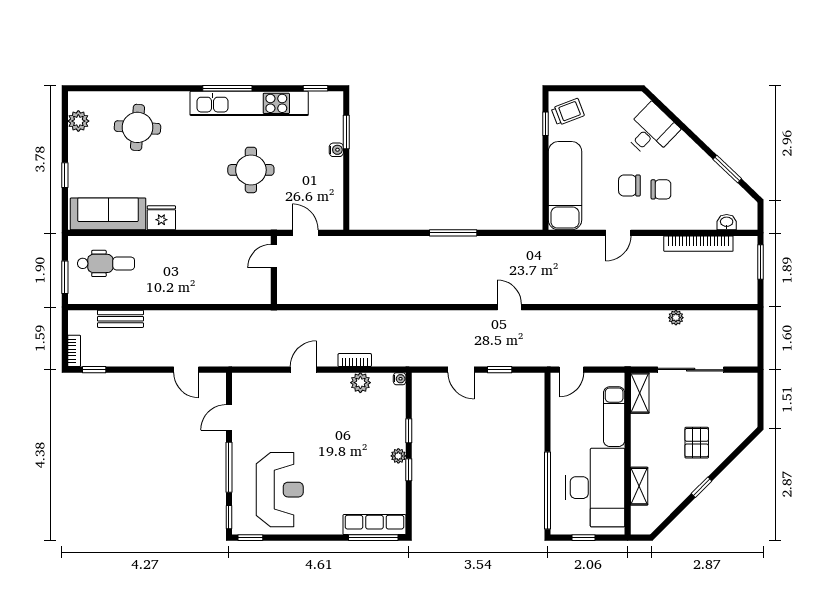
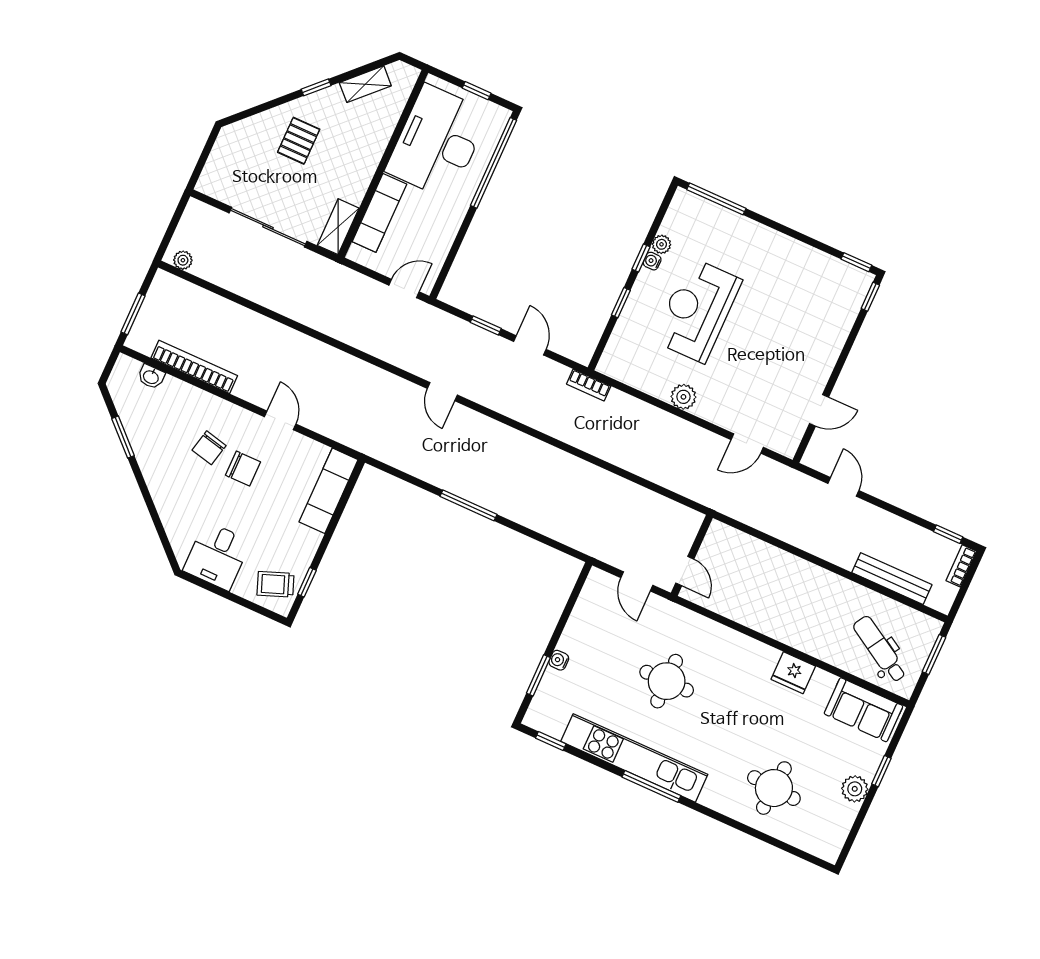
plant: (78, 121) -> (855, 789), moved
desk: (651, 131) -> (217, 556), moved, turned -44
exam couch: (565, 186) -> (329, 491), width x0.73, depth x0.69
chair: (661, 189) -> (209, 448), turned -77
sofa: (108, 214) -> (863, 710), width x0.73
door: (618, 233) -> (280, 420), hinge flipped
door: (274, 256) -> (685, 571), hinge flipped
dental chair: (106, 263) -> (880, 649), turned 31
plant: (676, 318) -> (183, 260), moved
bench: (120, 319) -> (892, 579), width x1.36
bookcase: (355, 360) -> (589, 385), moved
door: (303, 370) -> (747, 444), moved
water cooler: (400, 379) -> (652, 261), moved
plant: (360, 383) -> (683, 397), moved
plant: (398, 456) -> (662, 244), moved
window: (229, 467) -> (845, 353), removed
shelving: (639, 486) -> (365, 84), moved, turned 45
reception desk: (280, 490) -> (697, 310), moved
row of seats: (374, 525) -> (708, 213), removed

